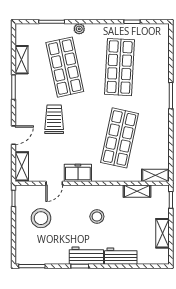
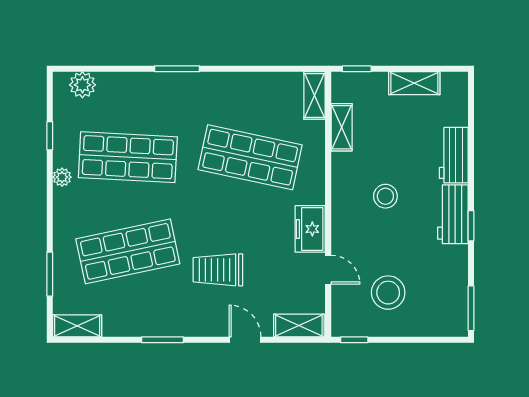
plant: (79, 29) -> (62, 177), moved
plant: (162, 41) -> (82, 85), added
shelving: (22, 60) -> (77, 326), moved

